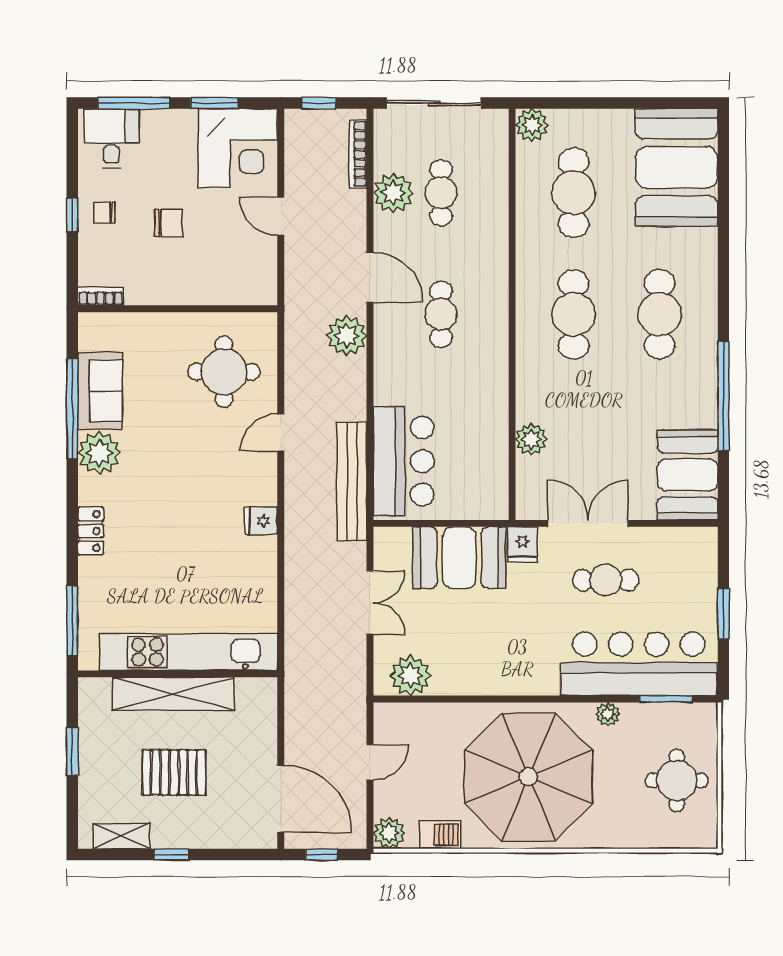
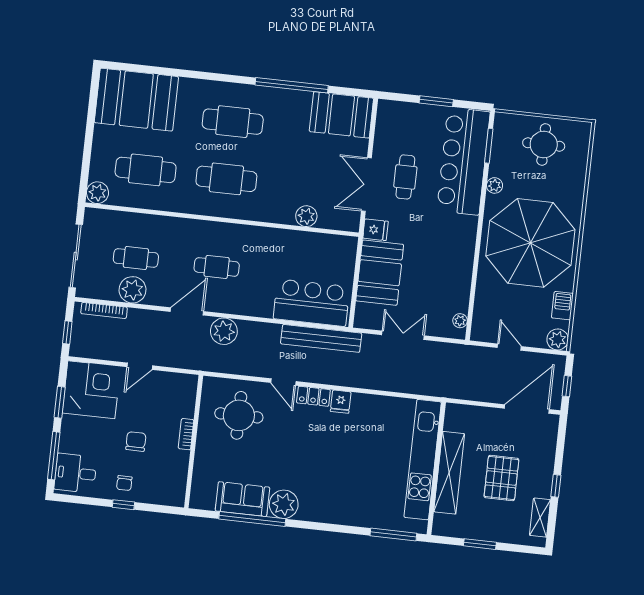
bookcase: (101, 296) -> (186, 434), moved
locker: (91, 531) -> (313, 396), moved, turned 180
plant: (410, 676) -> (460, 321), width x0.53, depth x0.53

